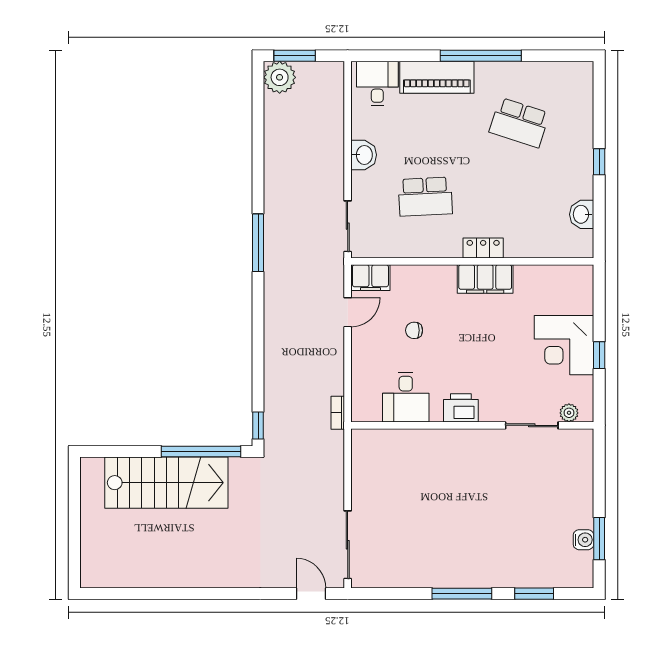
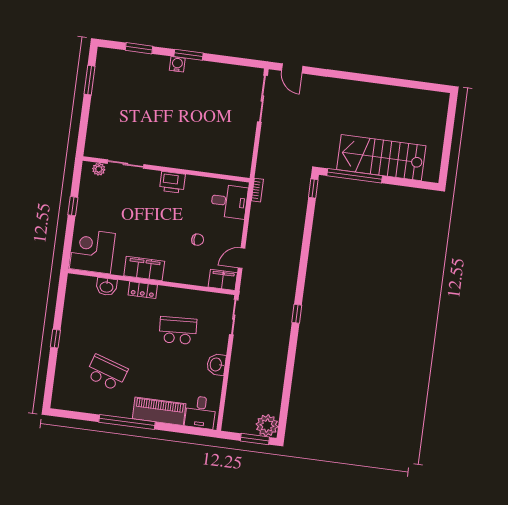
washbasin: (582, 214) -> (107, 287), moved, turned 90
window: (258, 243) -> (297, 314), width x0.46
corner desk: (564, 345) -> (92, 251), moved, turned -90
desk: (406, 397) -> (229, 201), moved, turned 90
water cooler: (583, 540) -> (177, 64), moved, turned 90
window: (462, 594) -> (189, 55), width x0.69

